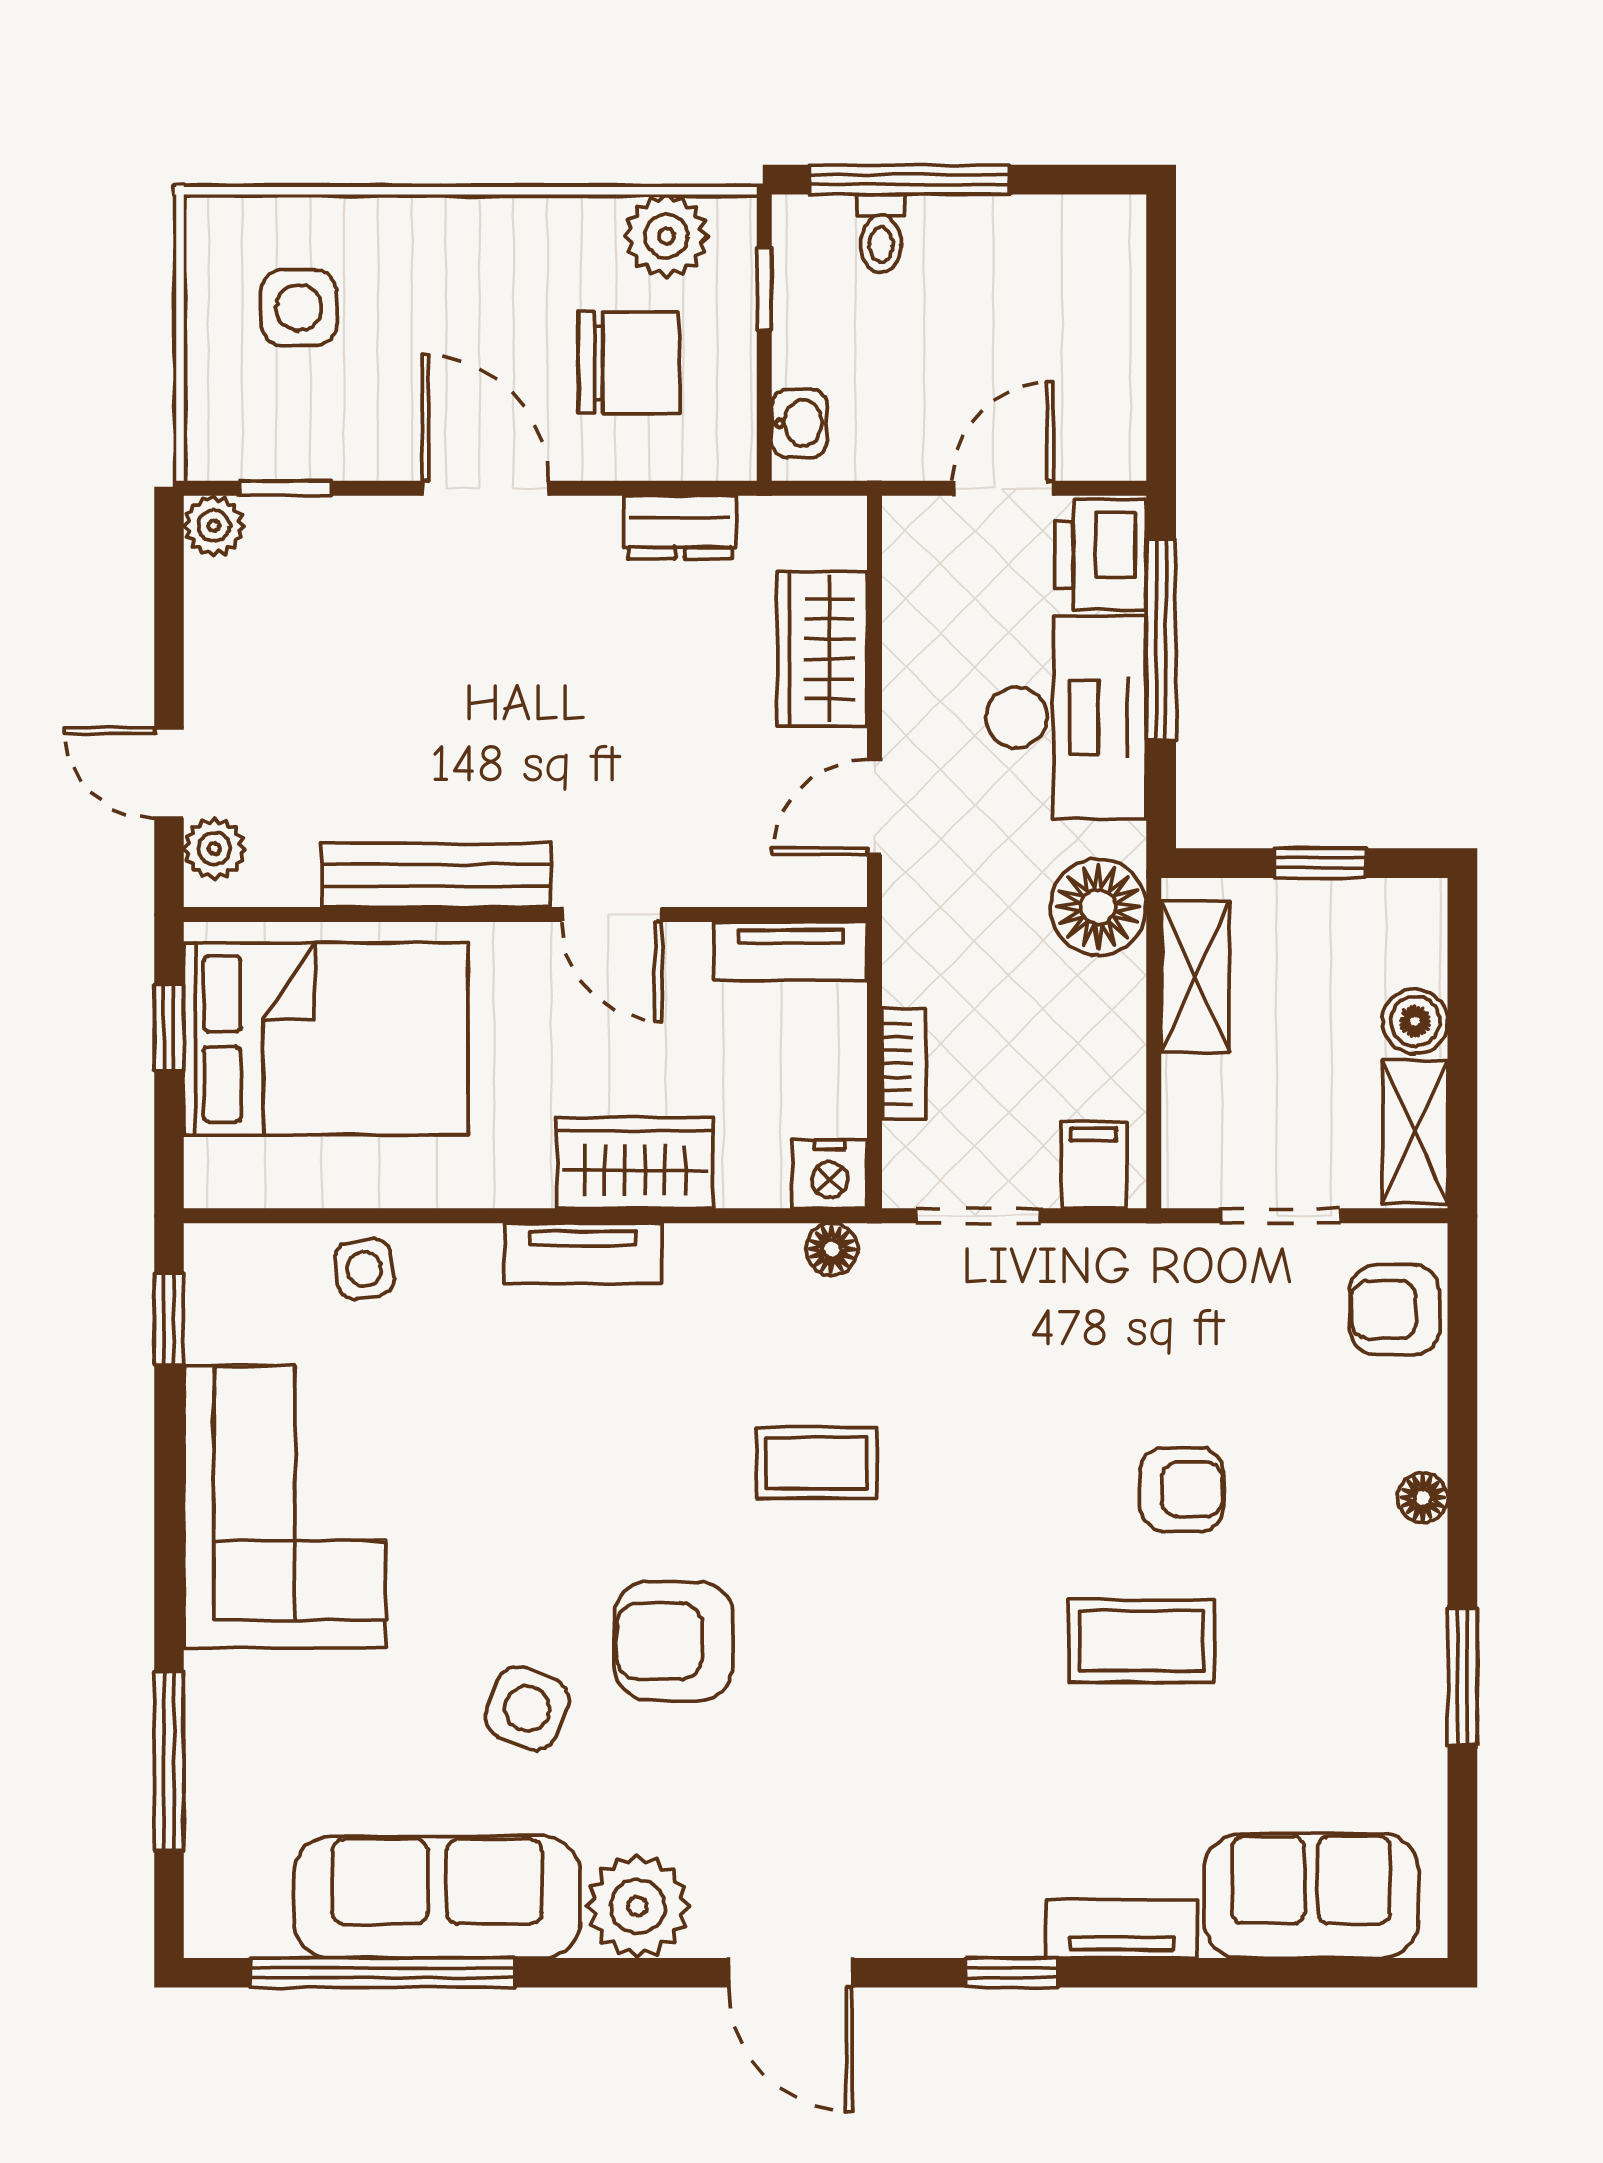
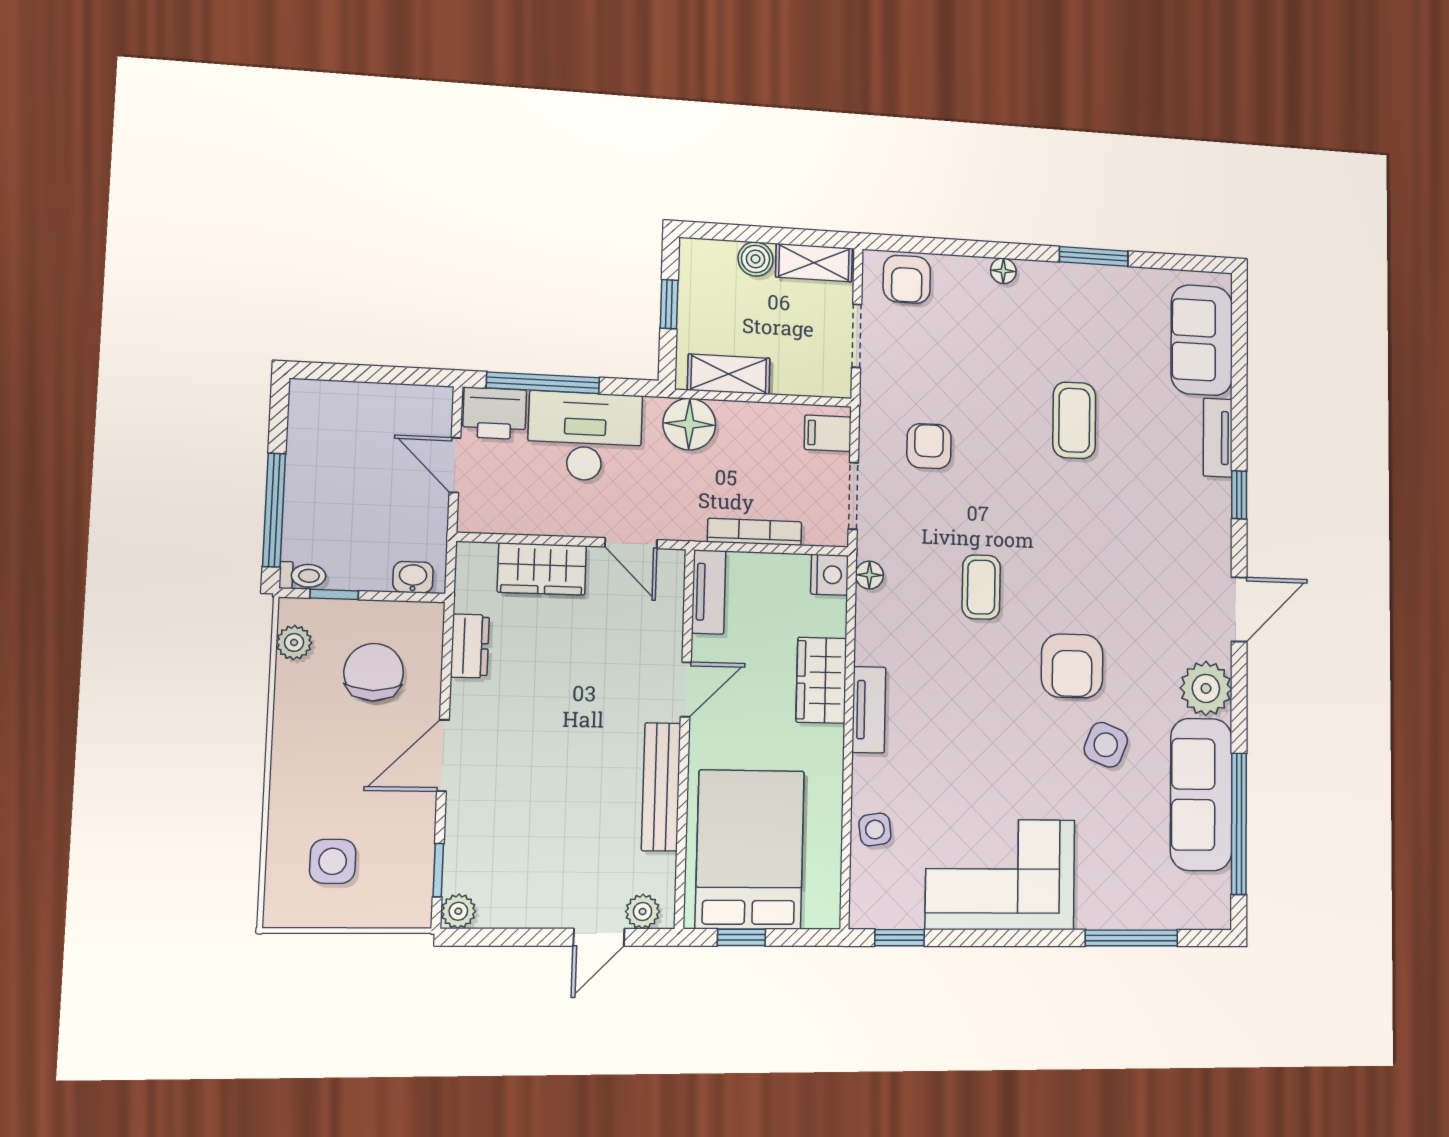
toilet: (881, 234) -> (303, 576), moved
plant: (666, 236) -> (294, 642), width x0.73, depth x0.73
bookcase: (904, 1064) -> (755, 532), width x1.56
armchair: (1182, 1489) -> (929, 446), moved

